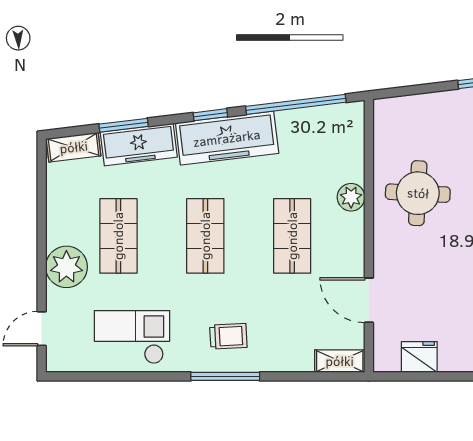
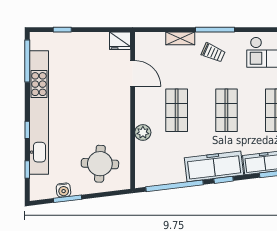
round table: (418, 193) -> (100, 164), moved
trolley: (228, 336) -> (213, 53), turned -153
fridge: (419, 357) -> (120, 41), moved
shelving: (340, 361) -> (180, 38), moved

